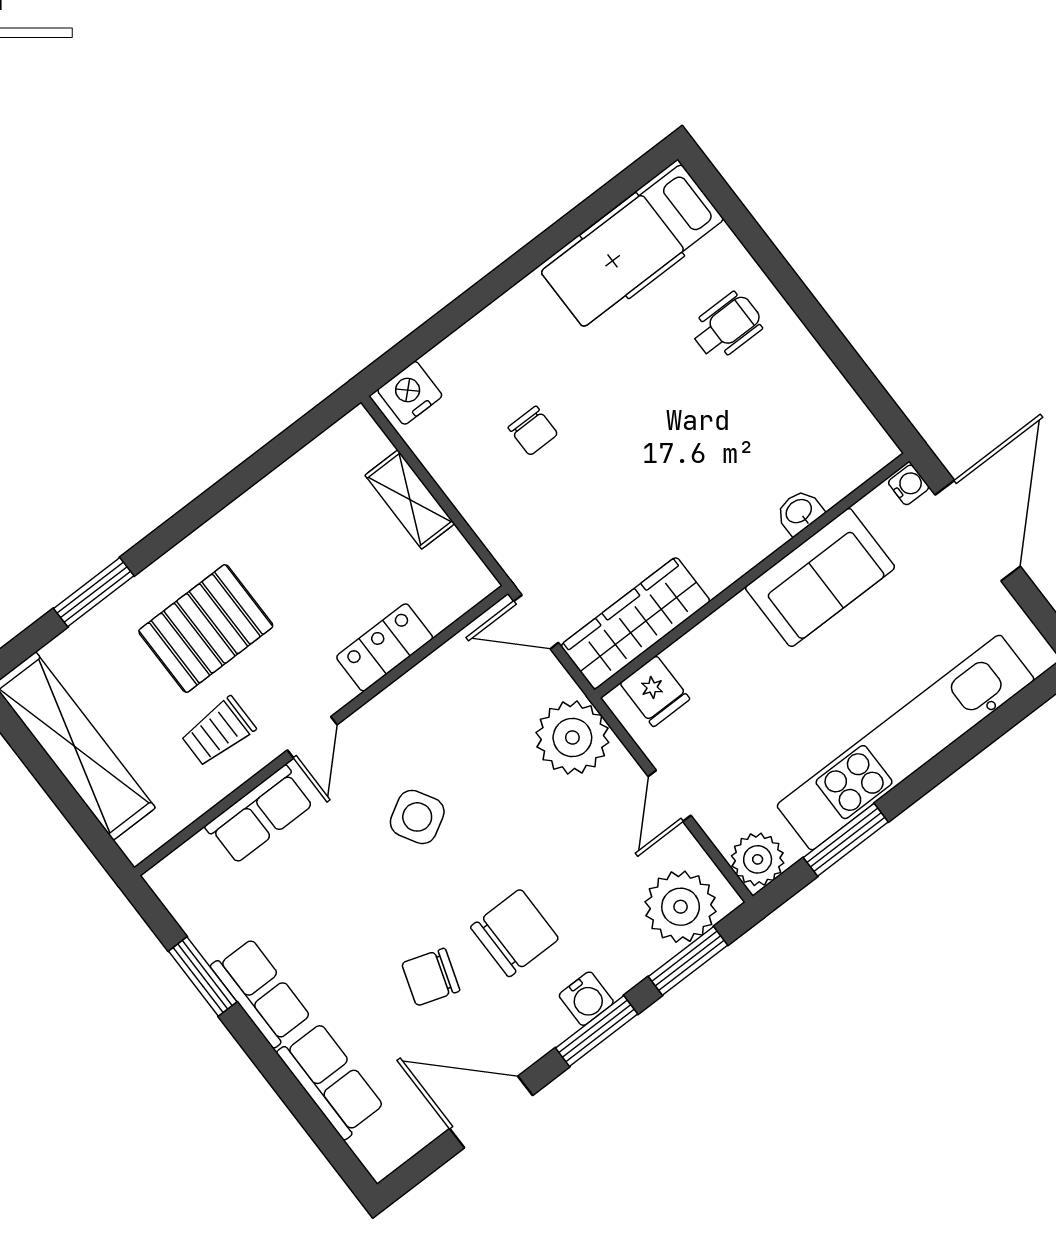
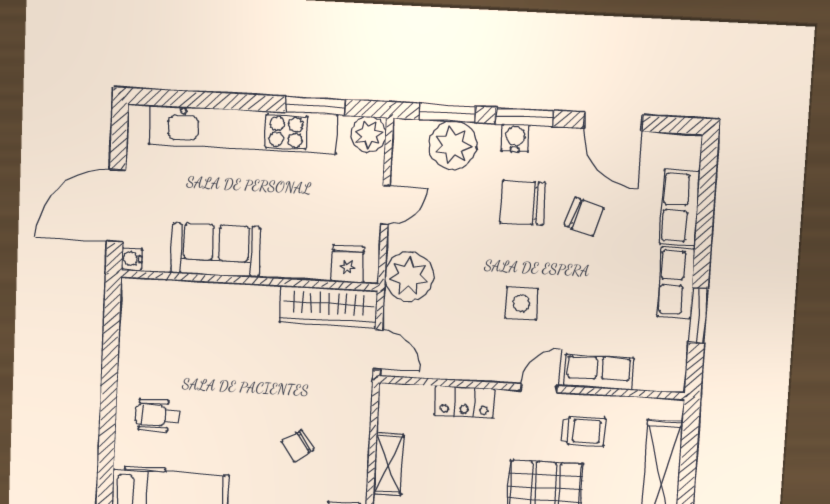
chair: (533, 431) -> (298, 446), turned -124
washbasin: (799, 512) -> (199, 292), removed
side table: (417, 817) -> (521, 303), turned 30
plant: (681, 907) -> (453, 145), moved

